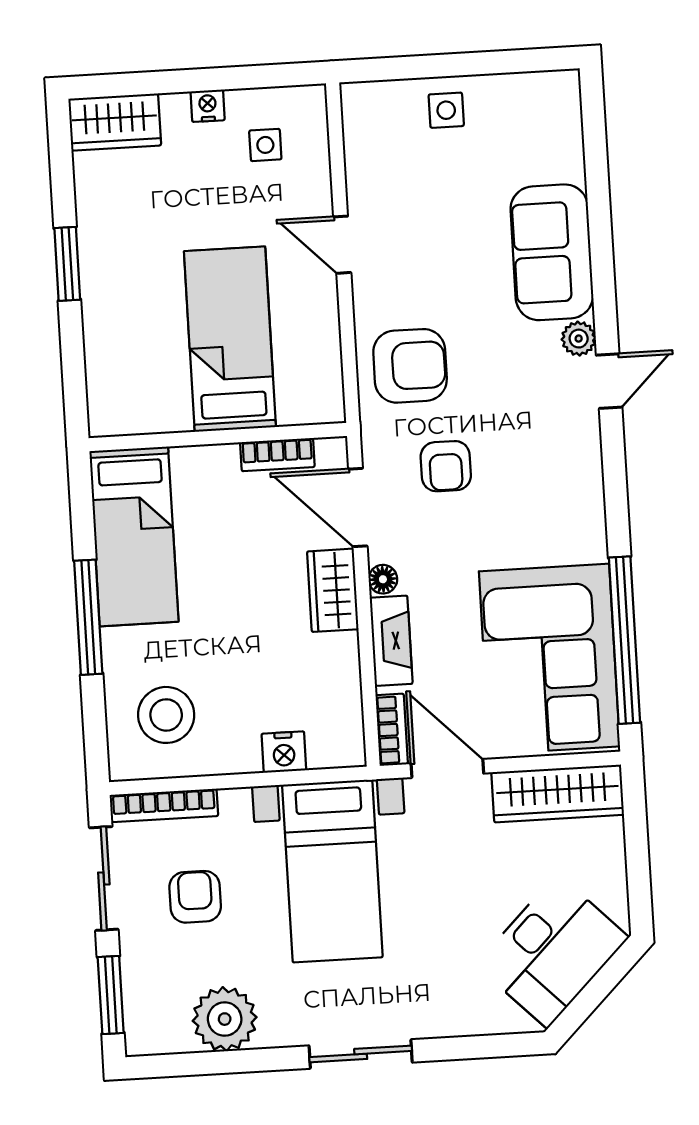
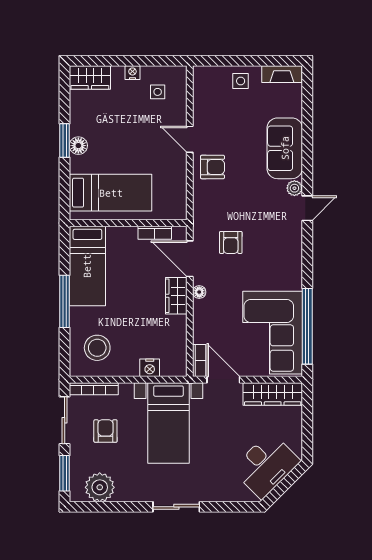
floor lamp: (98, 273) -> (78, 146), added
bed: (230, 339) -> (111, 193), moved, turned 90
armchair: (410, 366) -> (212, 167), moved, width x0.72, depth x0.72
fireplace: (391, 641) -> (282, 74), moved, turned 90
plant: (225, 1019) -> (100, 487), moved

